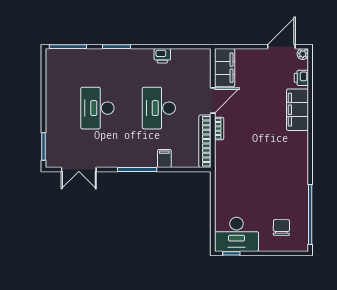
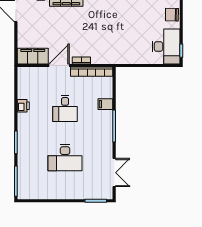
door: (213, 101) -> (59, 65), hinge flipped
desk: (159, 108) -> (65, 109), width x0.73
chair: (281, 227) -> (172, 15), moved

